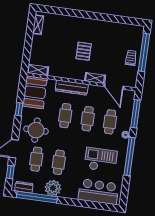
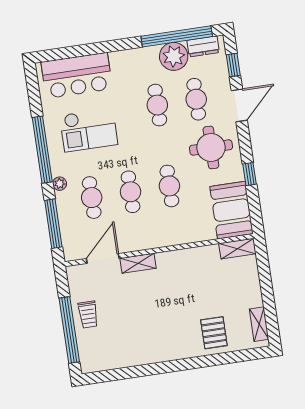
pallet: (84, 51) -> (214, 333), moved
door: (114, 86) -> (103, 259), hinge flipped
dresser: (72, 88) -> (172, 236), removed
plant: (53, 188) -> (174, 56), moved

